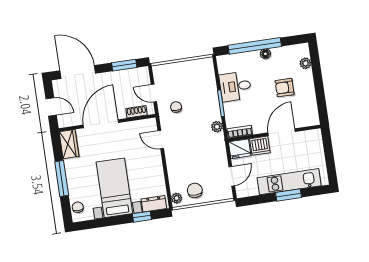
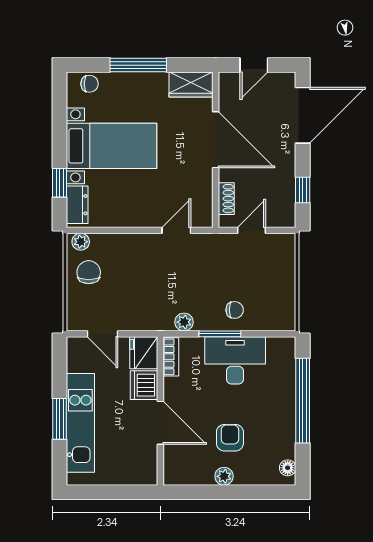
floor lamp: (265, 54) -> (288, 468), moved
plant: (305, 63) -> (224, 476), moved
window: (124, 65) -> (303, 190), width x0.67
desk: (235, 86) -> (235, 360), width x1.37
chair: (176, 107) -> (235, 310), moved
chair: (195, 190) -> (89, 272), turned -90

